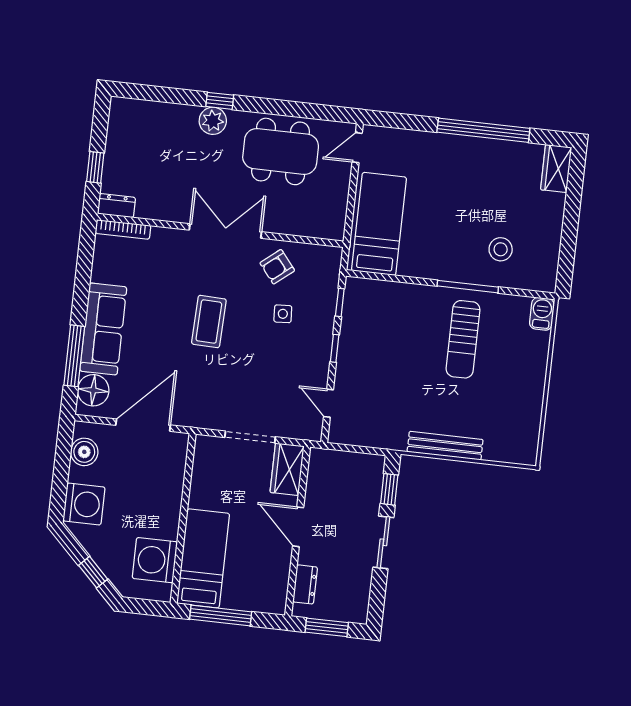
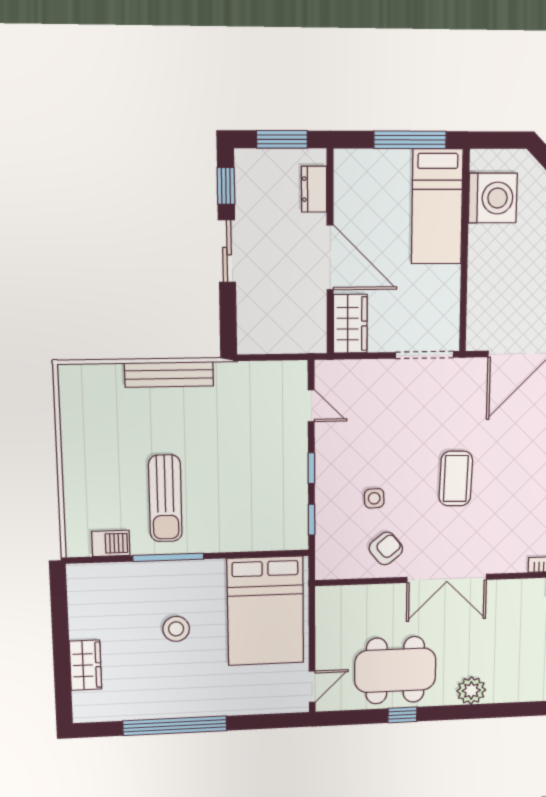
window: (220, 101) -> (402, 715), moved
wardrobe: (556, 169) -> (85, 665), moved
bed: (379, 224) -> (265, 611), width x1.50
stool: (501, 249) -> (176, 629), moved
barbecue: (542, 314) -> (111, 543), moved, turned -90
sun lounger: (463, 339) -> (165, 498), turned 180
doorway: (250, 437) -> (425, 355), moved
window: (389, 489) -> (226, 186), moved
door: (298, 527) -> (330, 258), width x1.36

